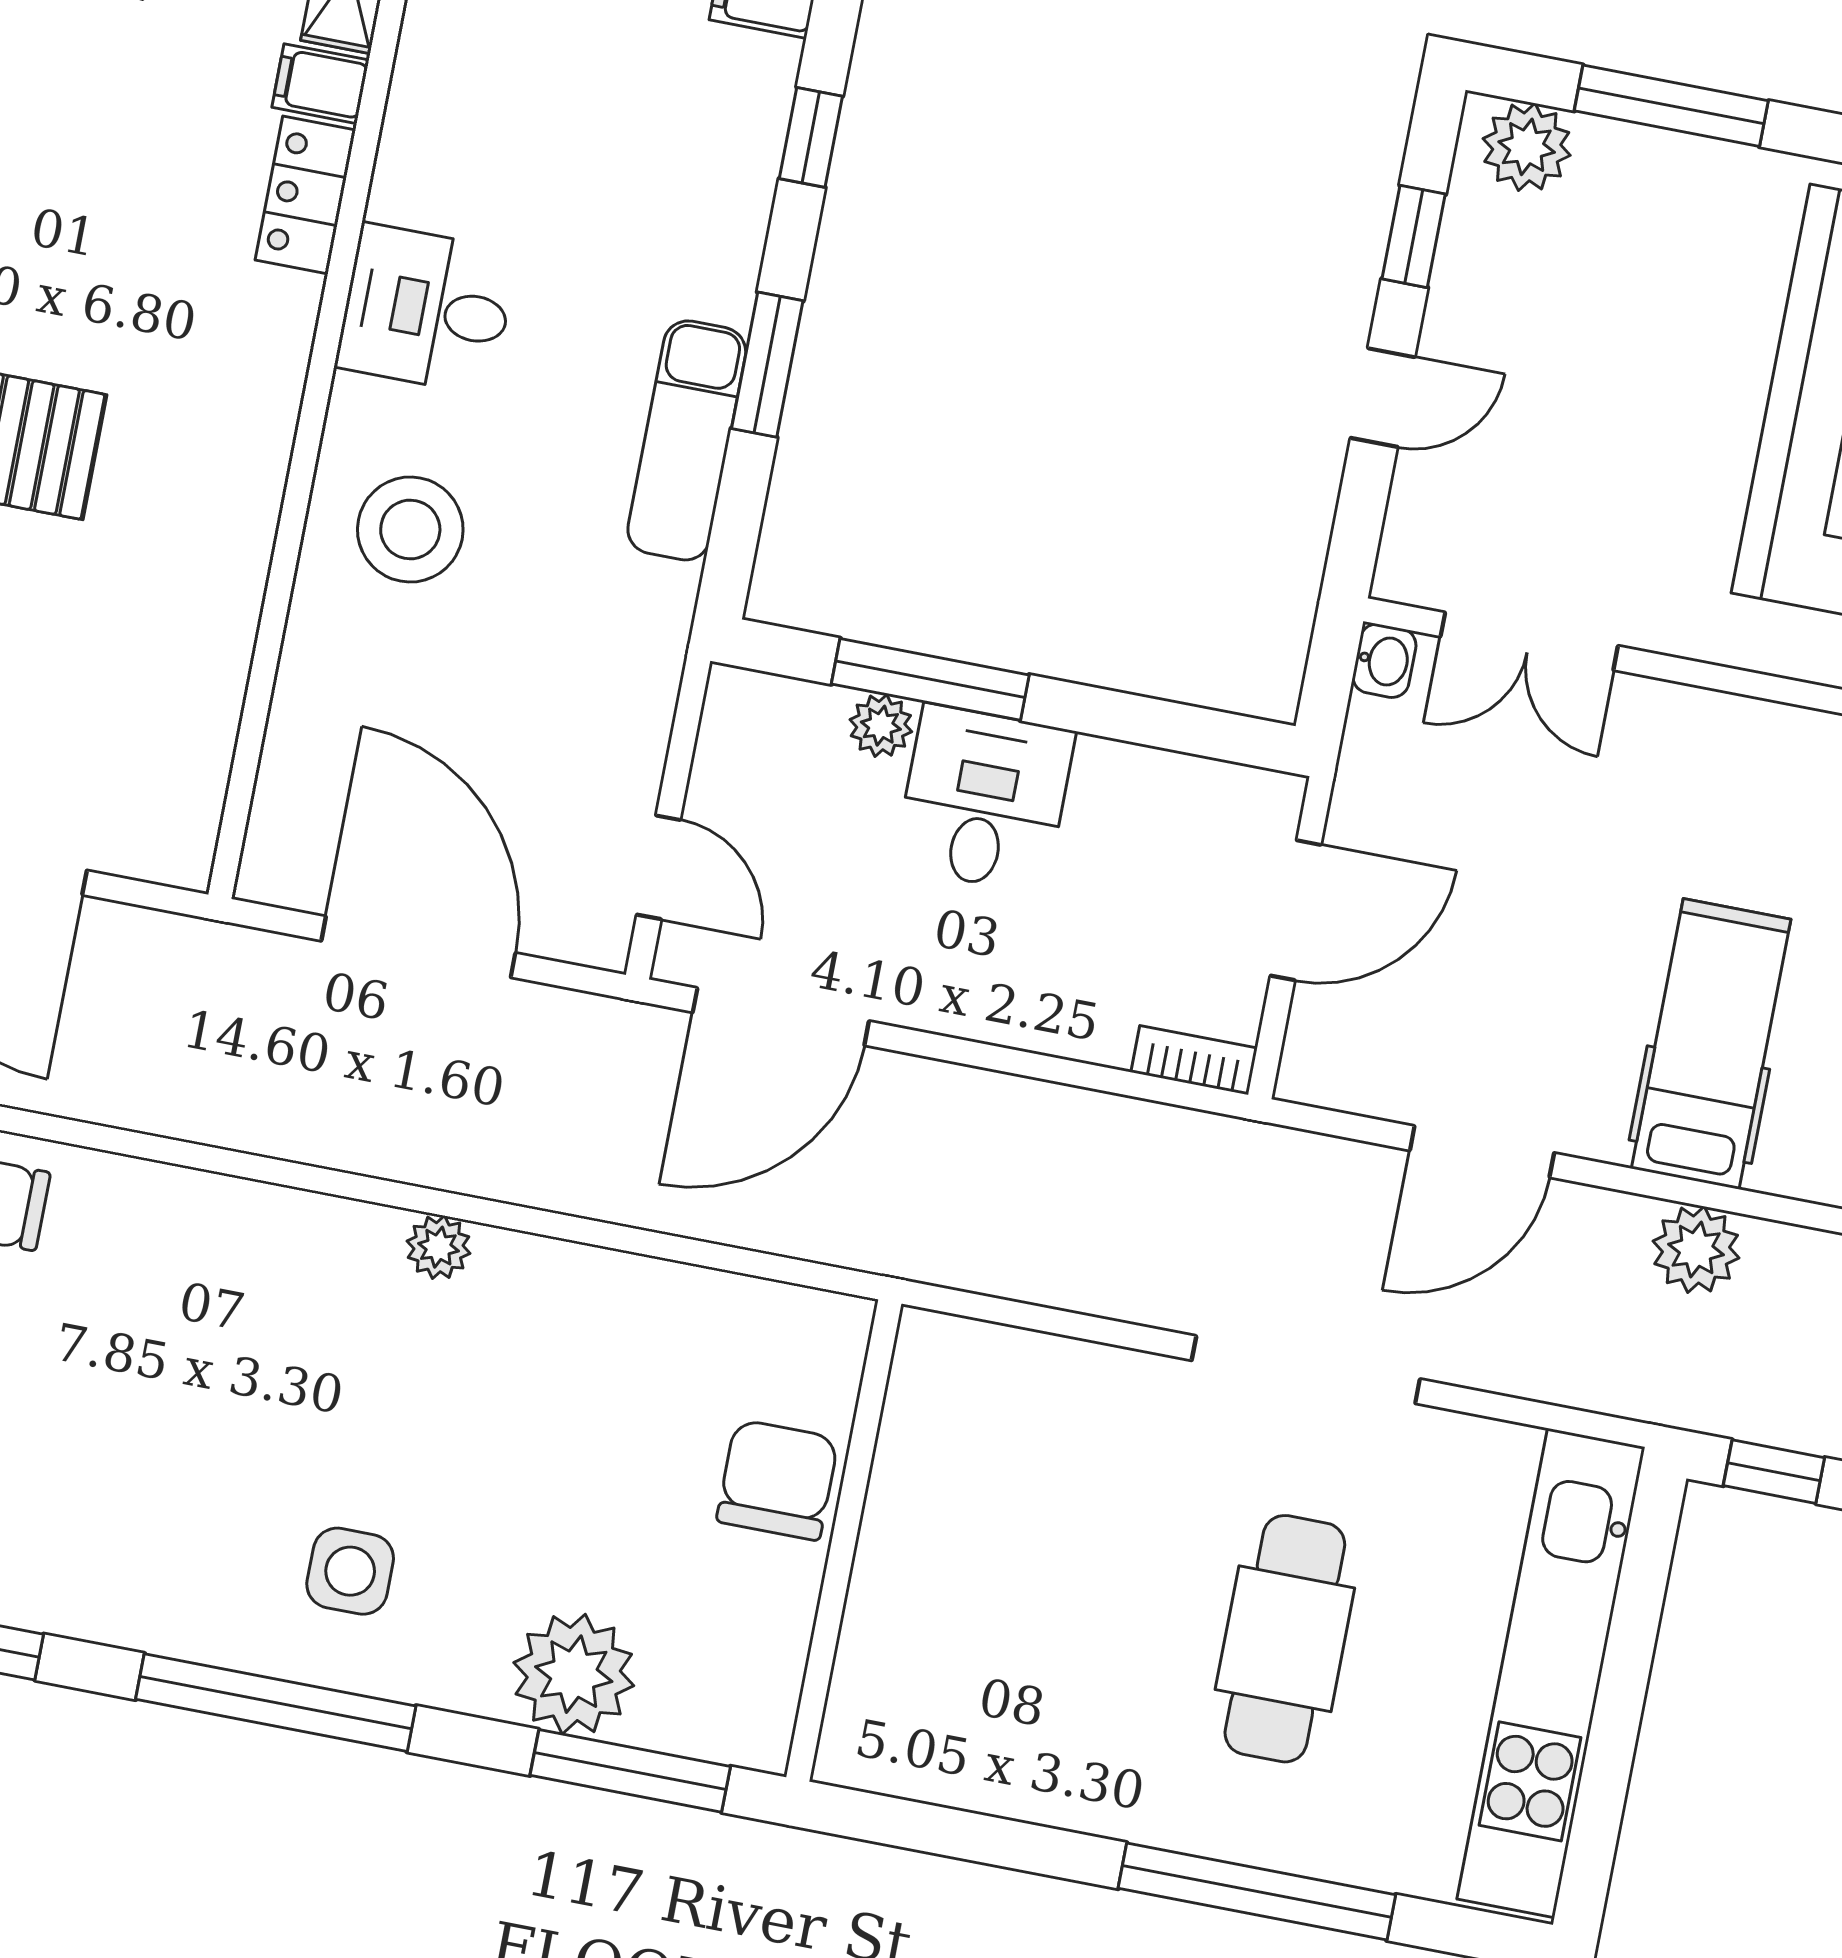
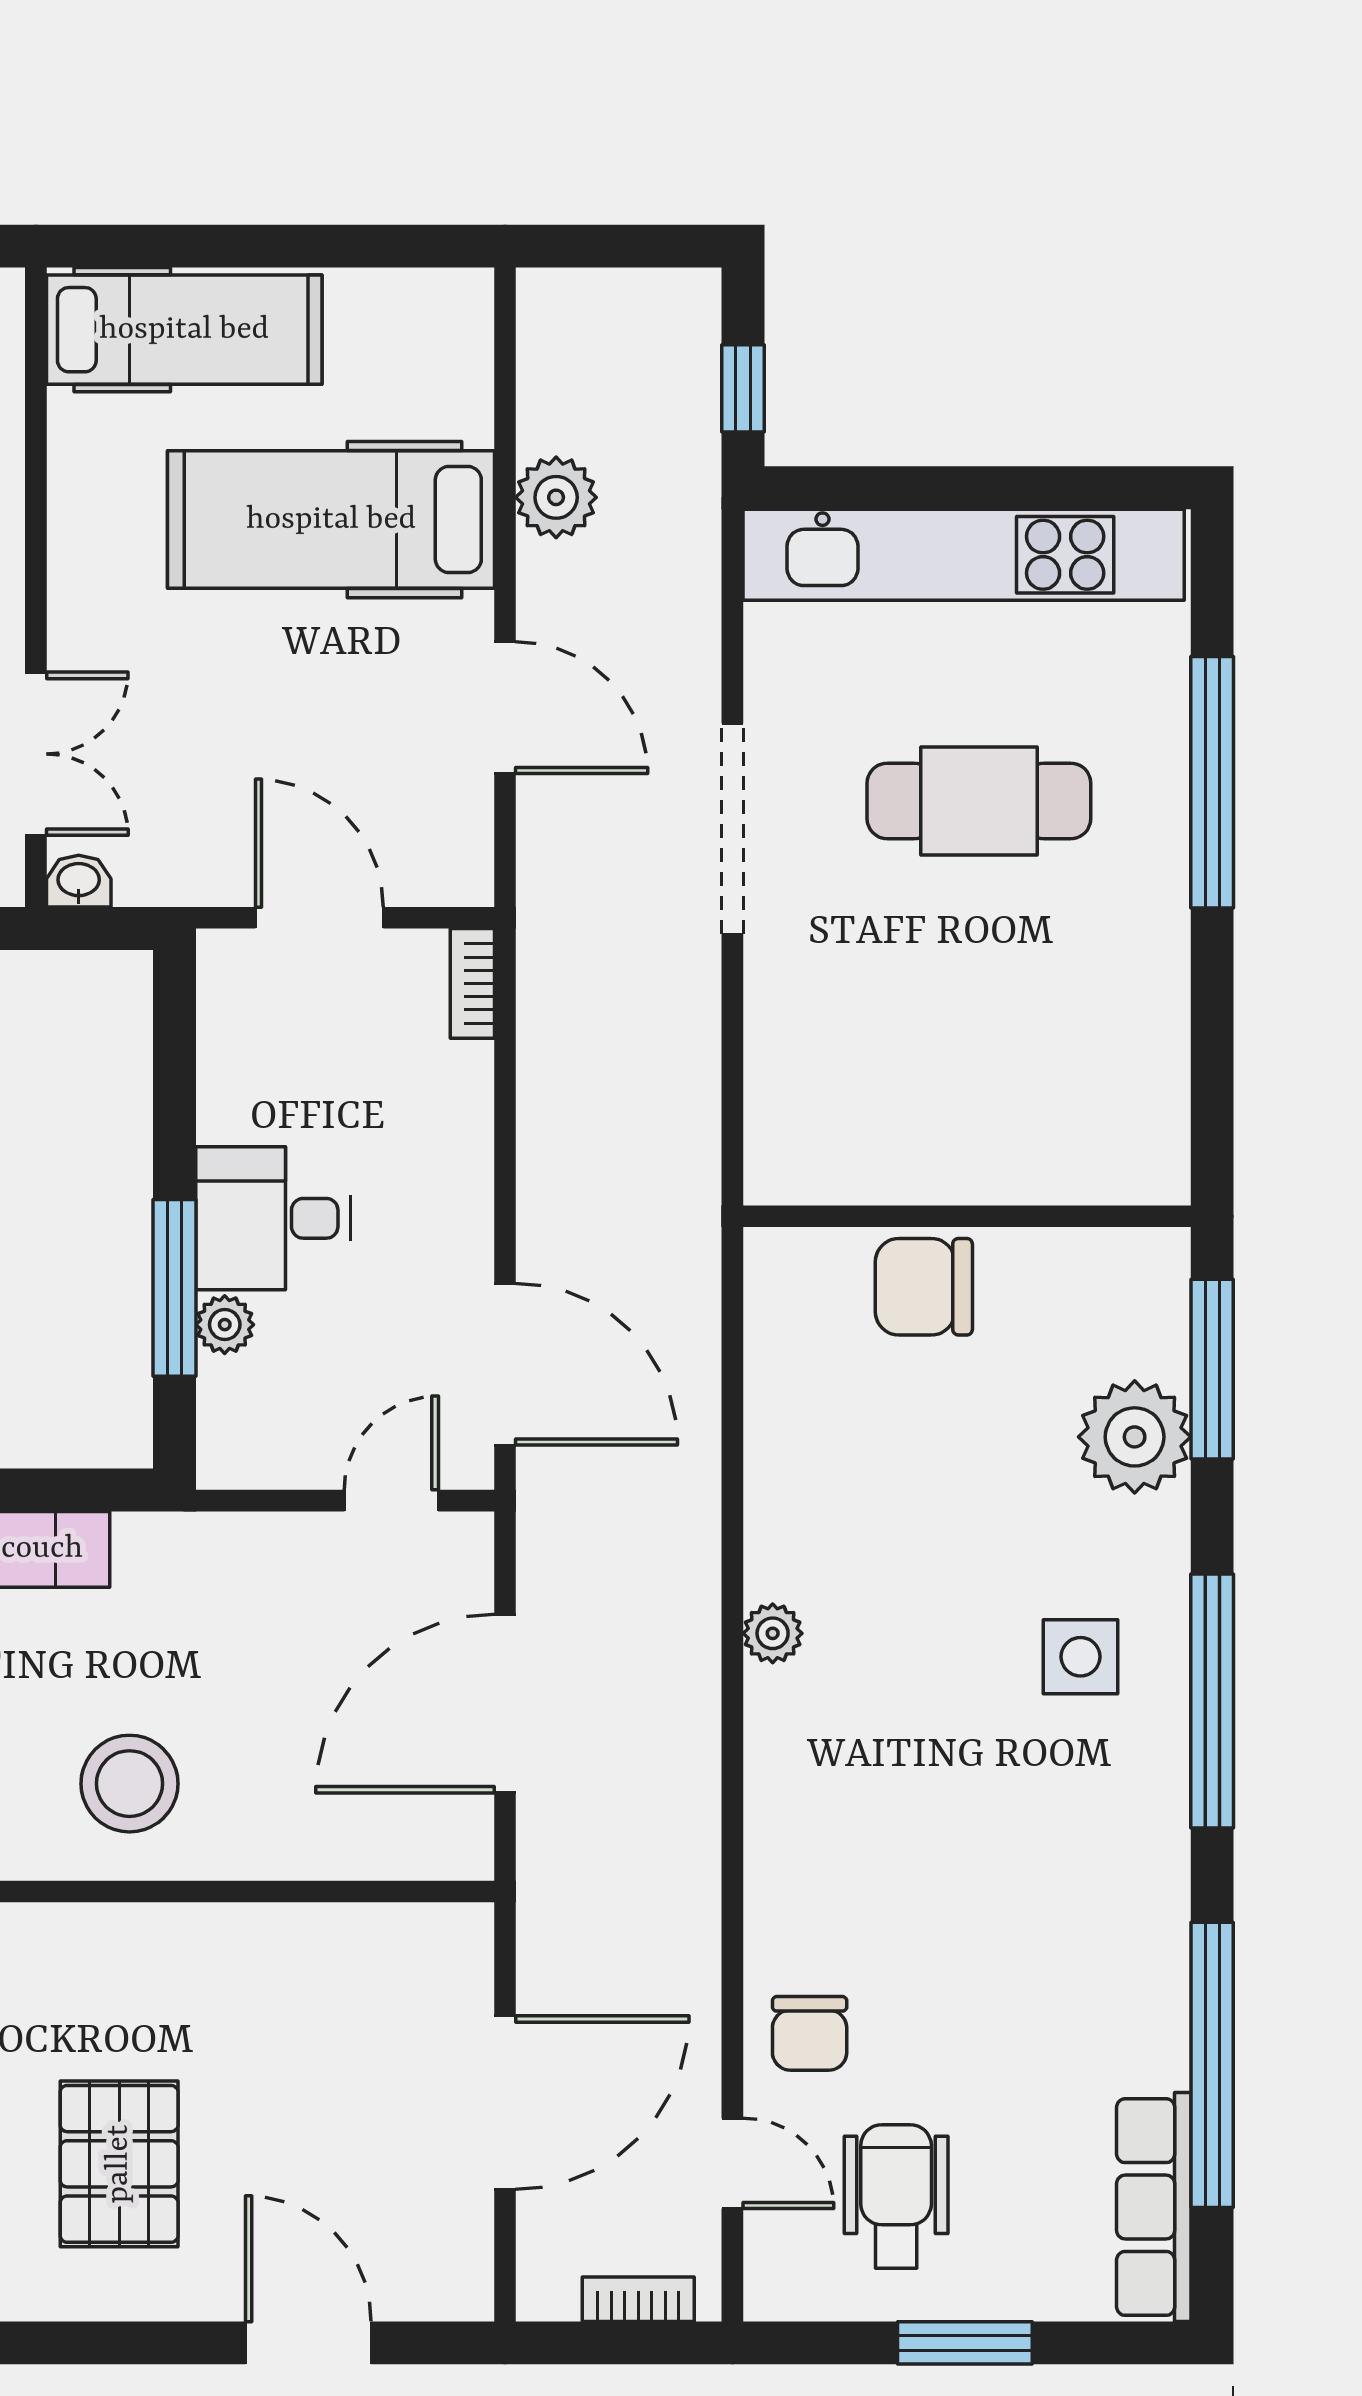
hospital bed: (1711, 1044) -> (331, 520), width x1.37, depth x1.29

